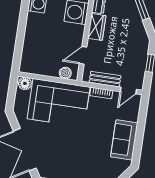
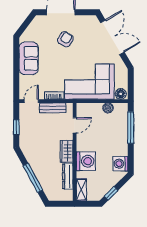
window: (19, 43) -> (131, 128), added
boiler: (65, 73) -> (108, 108), moved
armchair: (79, 155) -> (65, 39), added

